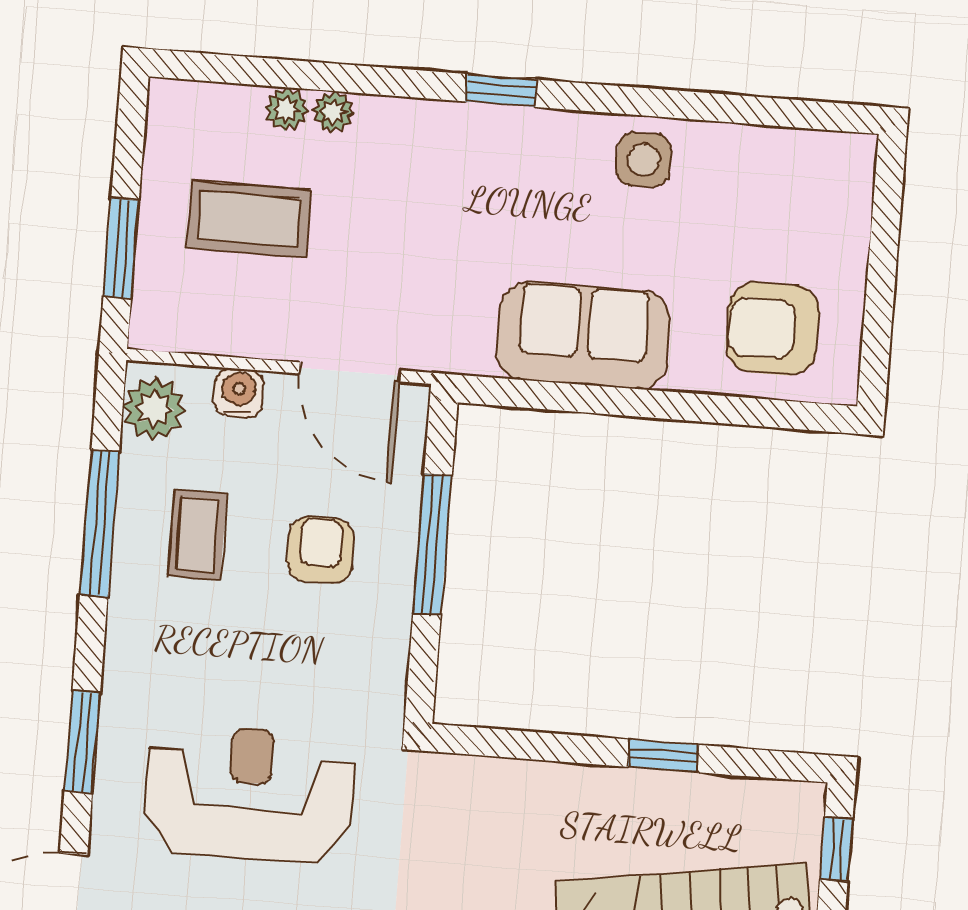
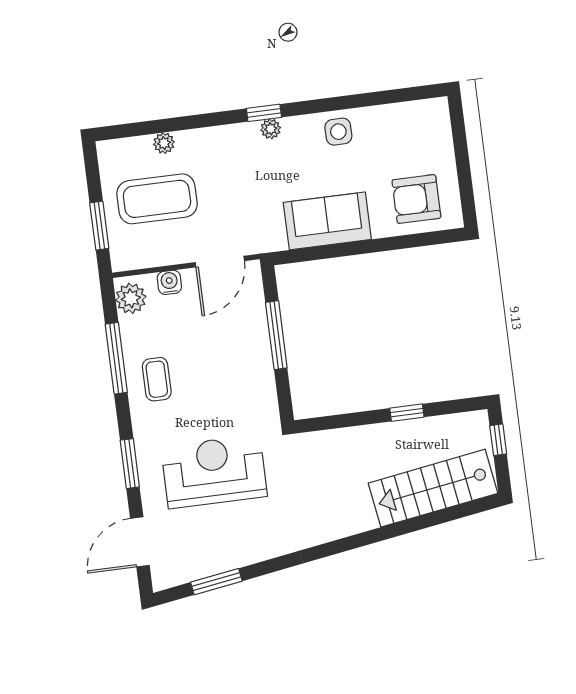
plant: (333, 112) -> (271, 129), moved
coffee table: (249, 219) -> (157, 199), width x1.36, depth x1.32
door: (349, 372) -> (220, 262), hinge flipped
coffee table: (197, 535) -> (157, 379), moved
armchair: (320, 550) -> (224, 349), removed

